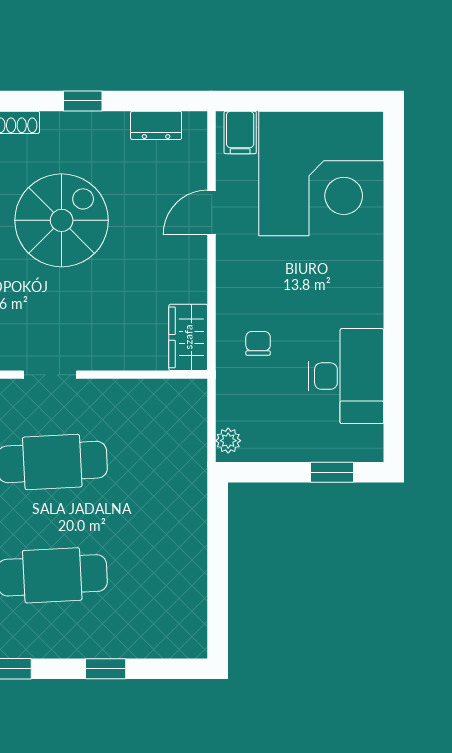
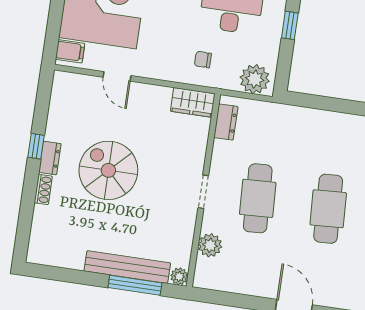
dresser: (156, 125) -> (50, 158), moved
dresser: (165, 394) -> (226, 122), added
plant: (228, 441) -> (255, 79), width x1.88, depth x1.88

